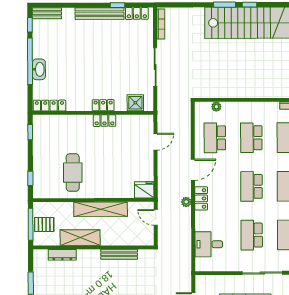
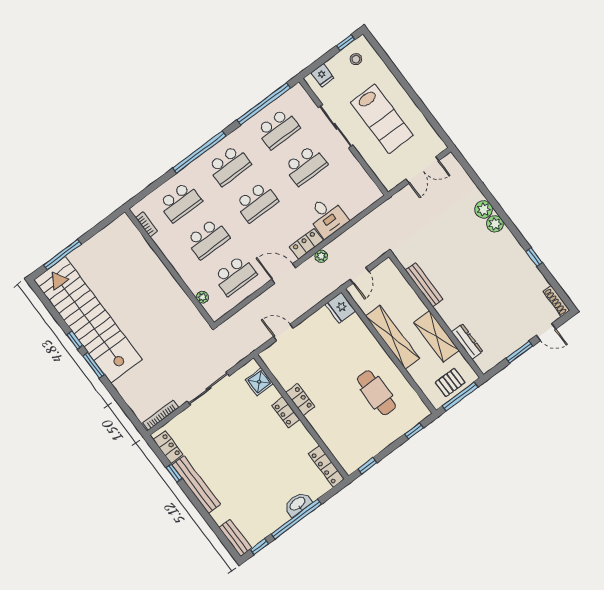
cafe table: (73, 173) -> (376, 393), turned 90
pallet: (44, 225) -> (450, 382), turned 90
desk: (209, 244) -> (327, 217), moved

